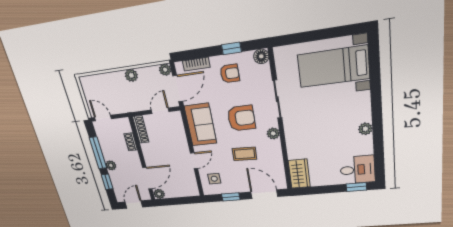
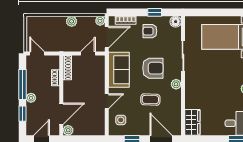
armchair: (230, 74) -> (150, 31), turned 180

